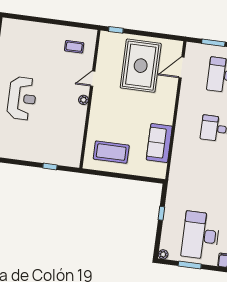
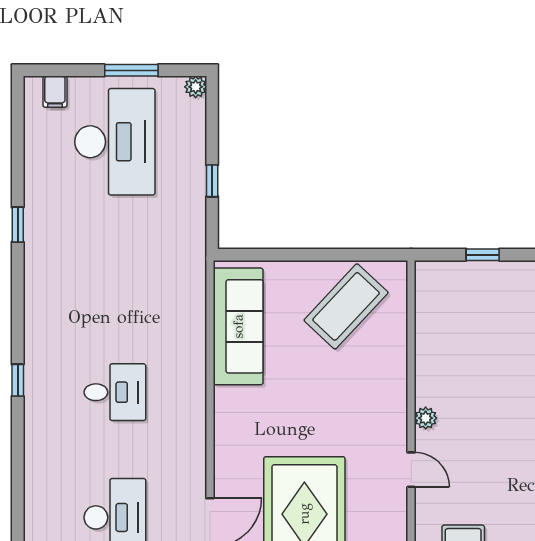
door: (93, 79) -> (411, 470), hinge flipped
sofa: (159, 143) -> (238, 326), width x1.36
coffee table: (111, 152) -> (346, 306), turned -47

